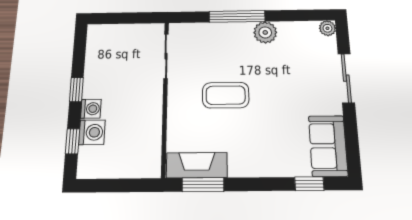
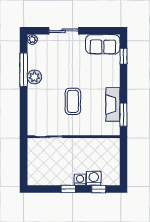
window: (237, 16) -> (24, 70), moved
fireplace: (197, 165) -> (113, 105), moved

